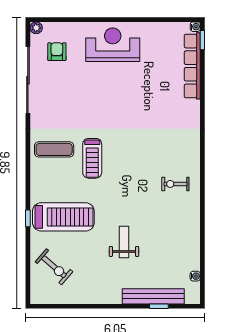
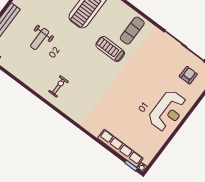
armchair: (57, 52) -> (188, 75), turned -90
weight bench: (124, 242) -> (40, 39), moved, turned 90

